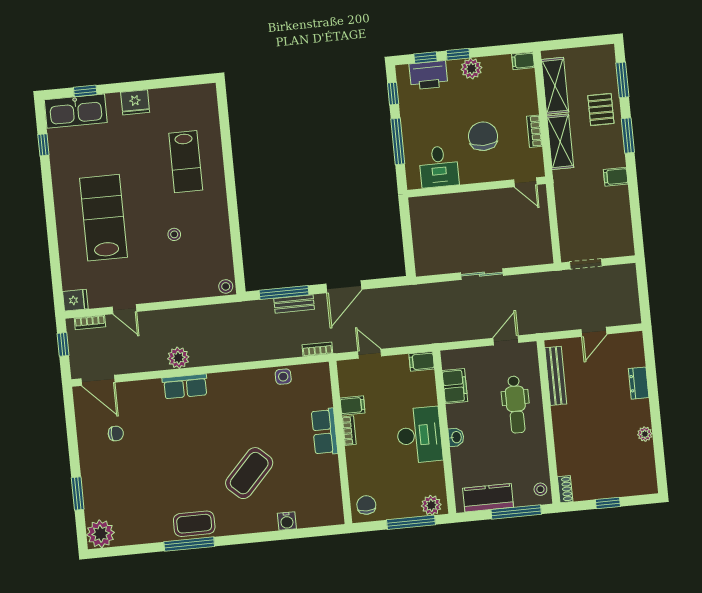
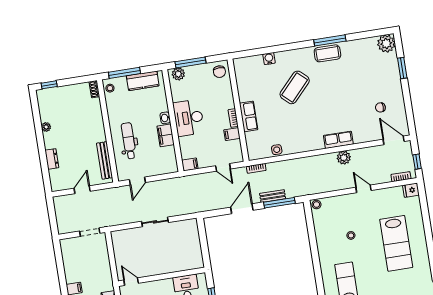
door: (124, 309) -> (363, 189), moved
filing cabinet: (455, 386) -> (166, 135), moved
window: (608, 503) -> (49, 85), moved

